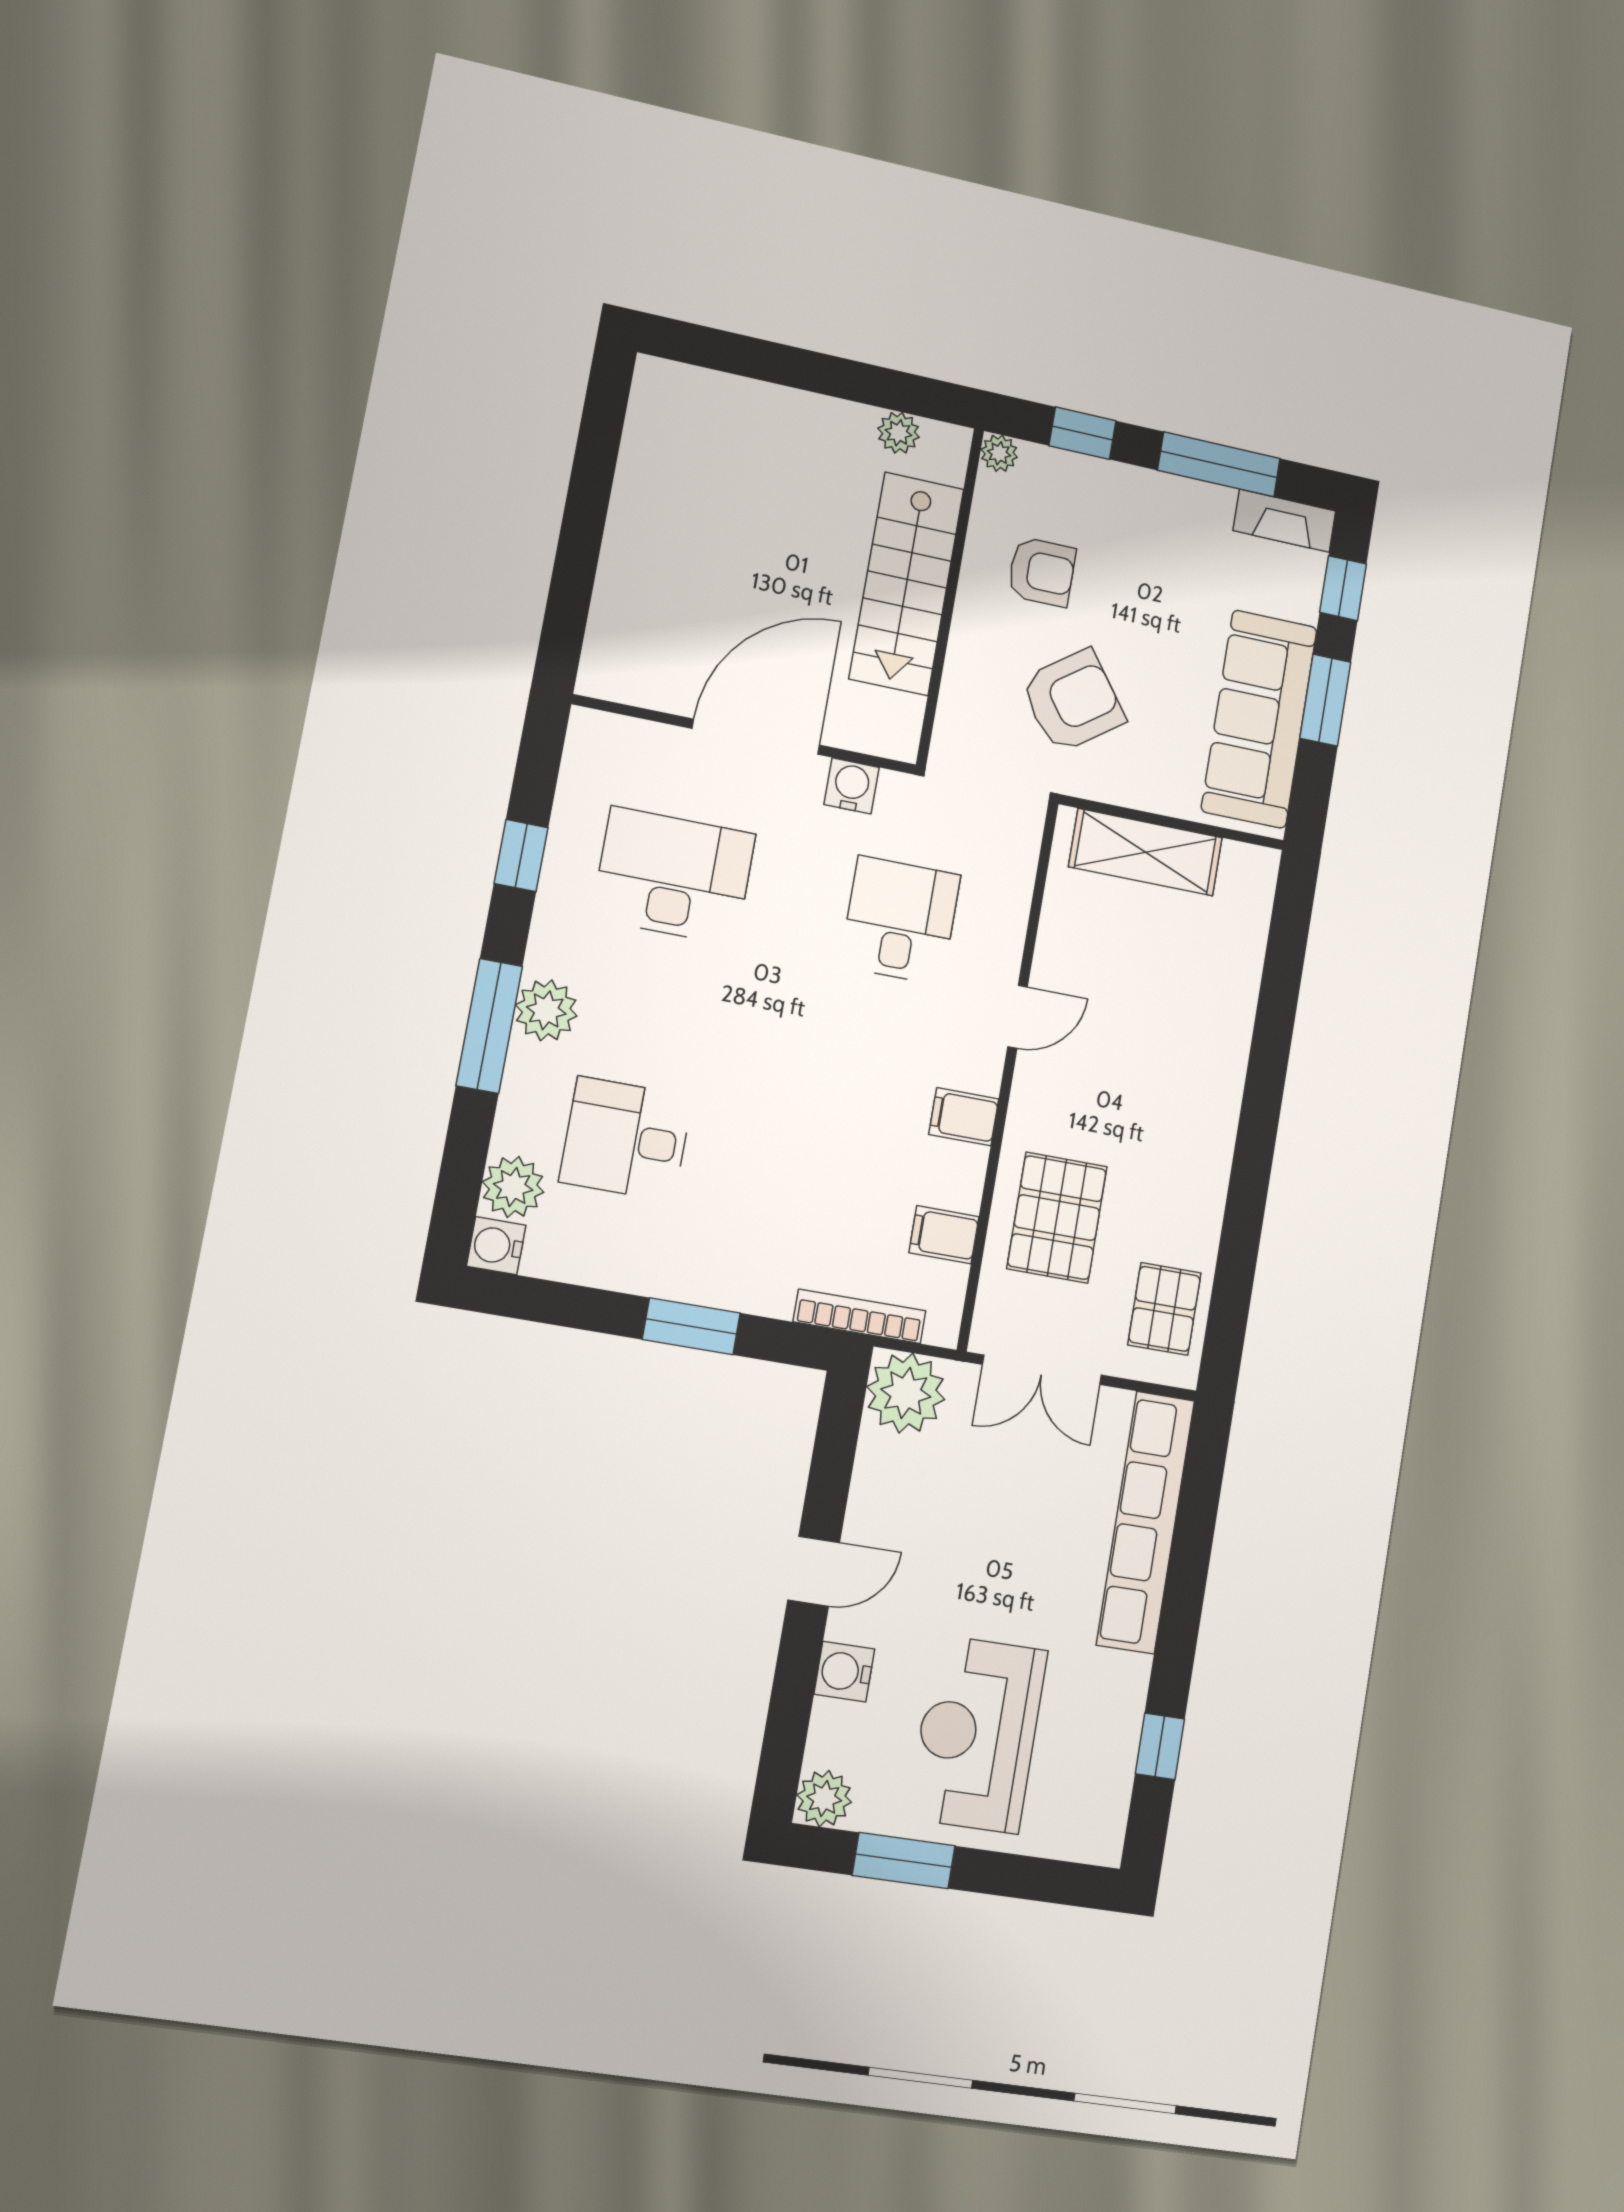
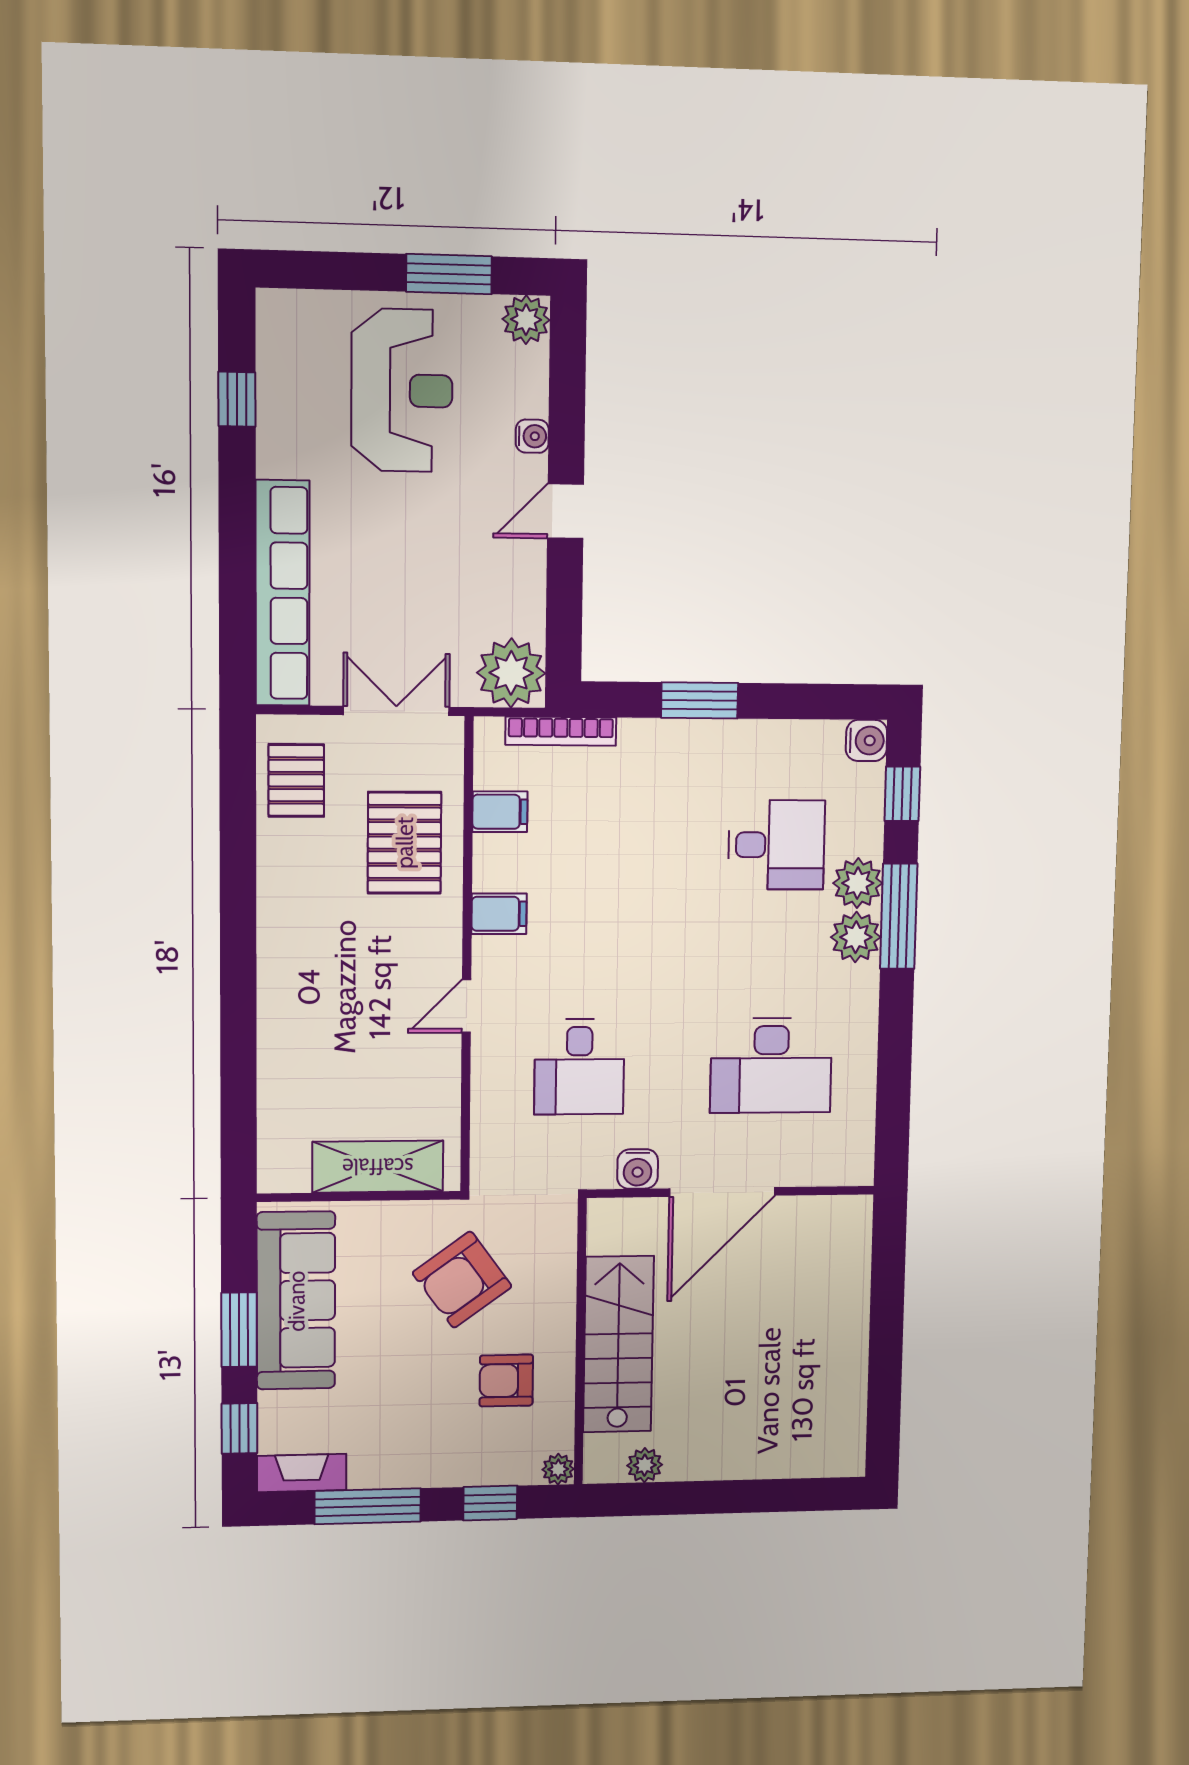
window: (521, 856) -> (902, 794), moved
plant: (513, 1187) -> (858, 883), moved
water cooler: (844, 1672) -> (532, 436), width x0.72, depth x0.72

